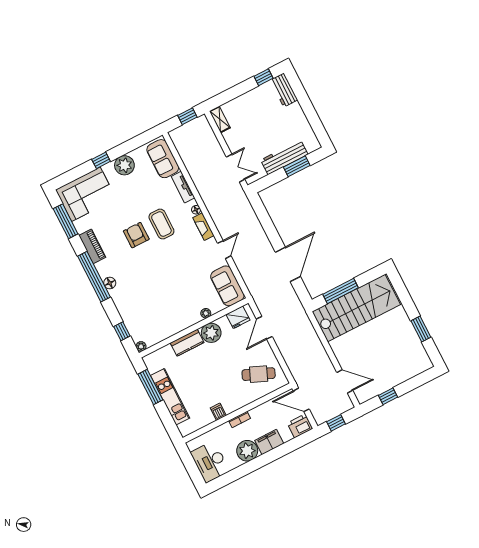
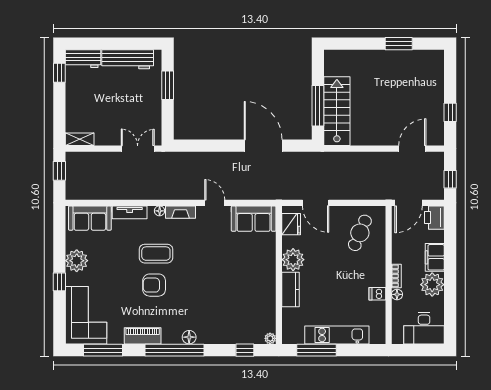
workbench: (284, 157) -> (128, 59), moved, turned -90
stairs: (356, 308) -> (337, 111), width x0.73, depth x0.66
plant: (206, 313) -> (270, 255), removed
floor lamp: (225, 427) -> (397, 294), added

